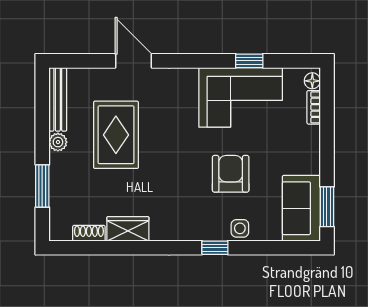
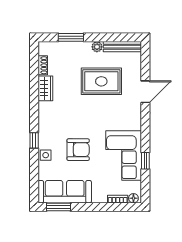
sofa: (301, 208) -> (65, 192), width x1.36

